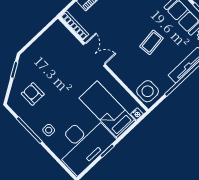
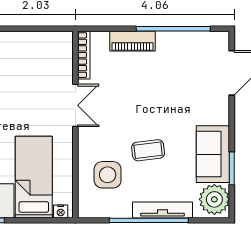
side table: (148, 91) -> (108, 175), moved

